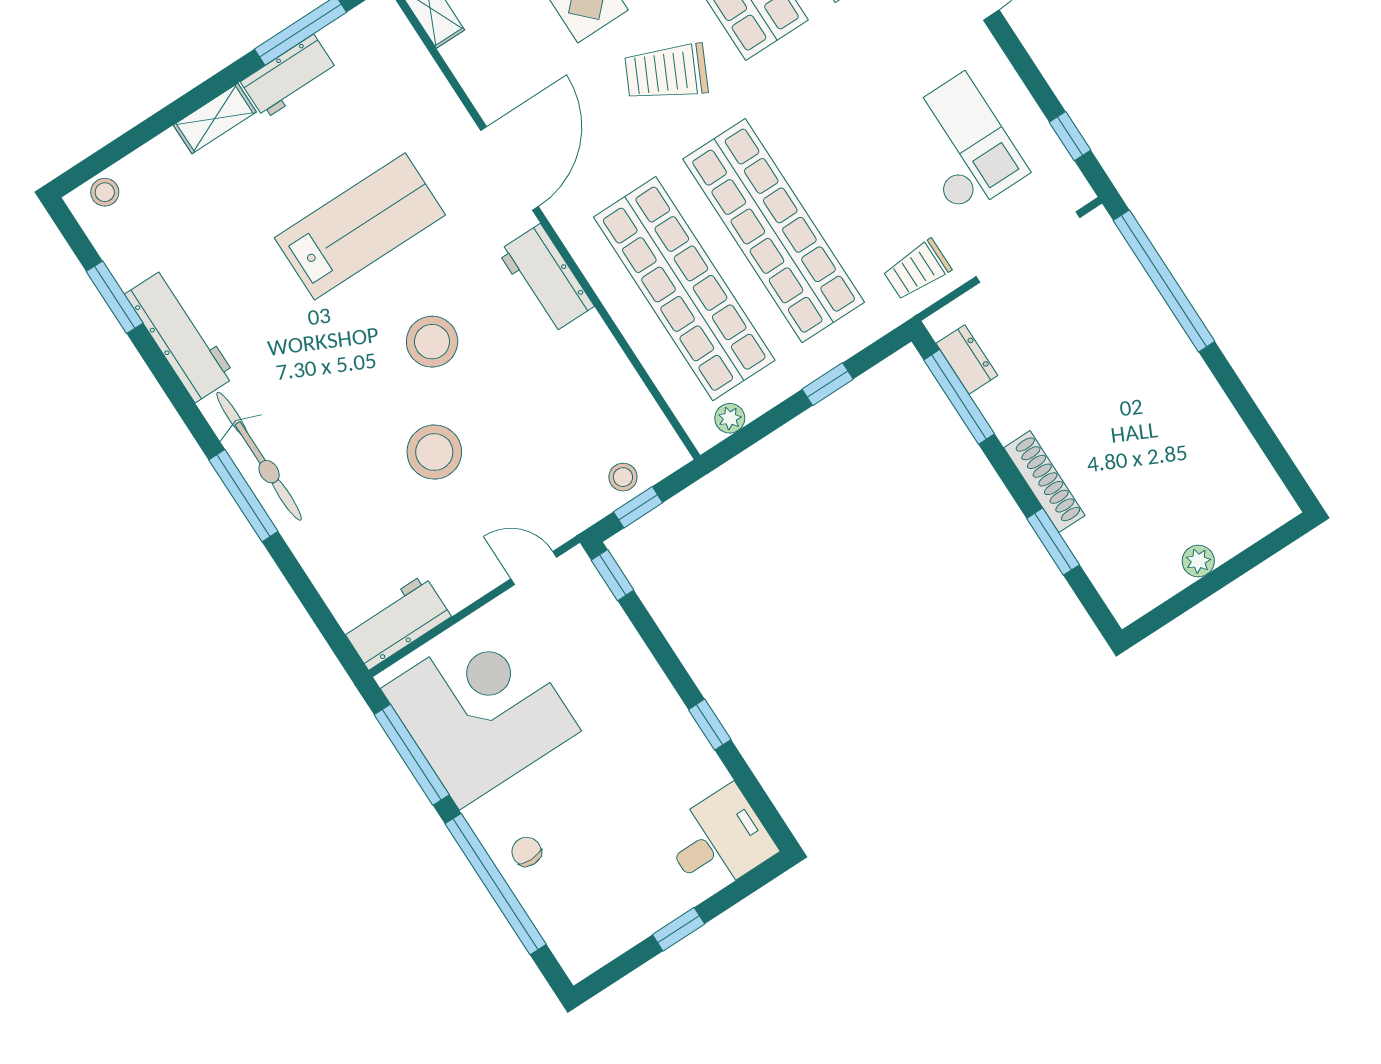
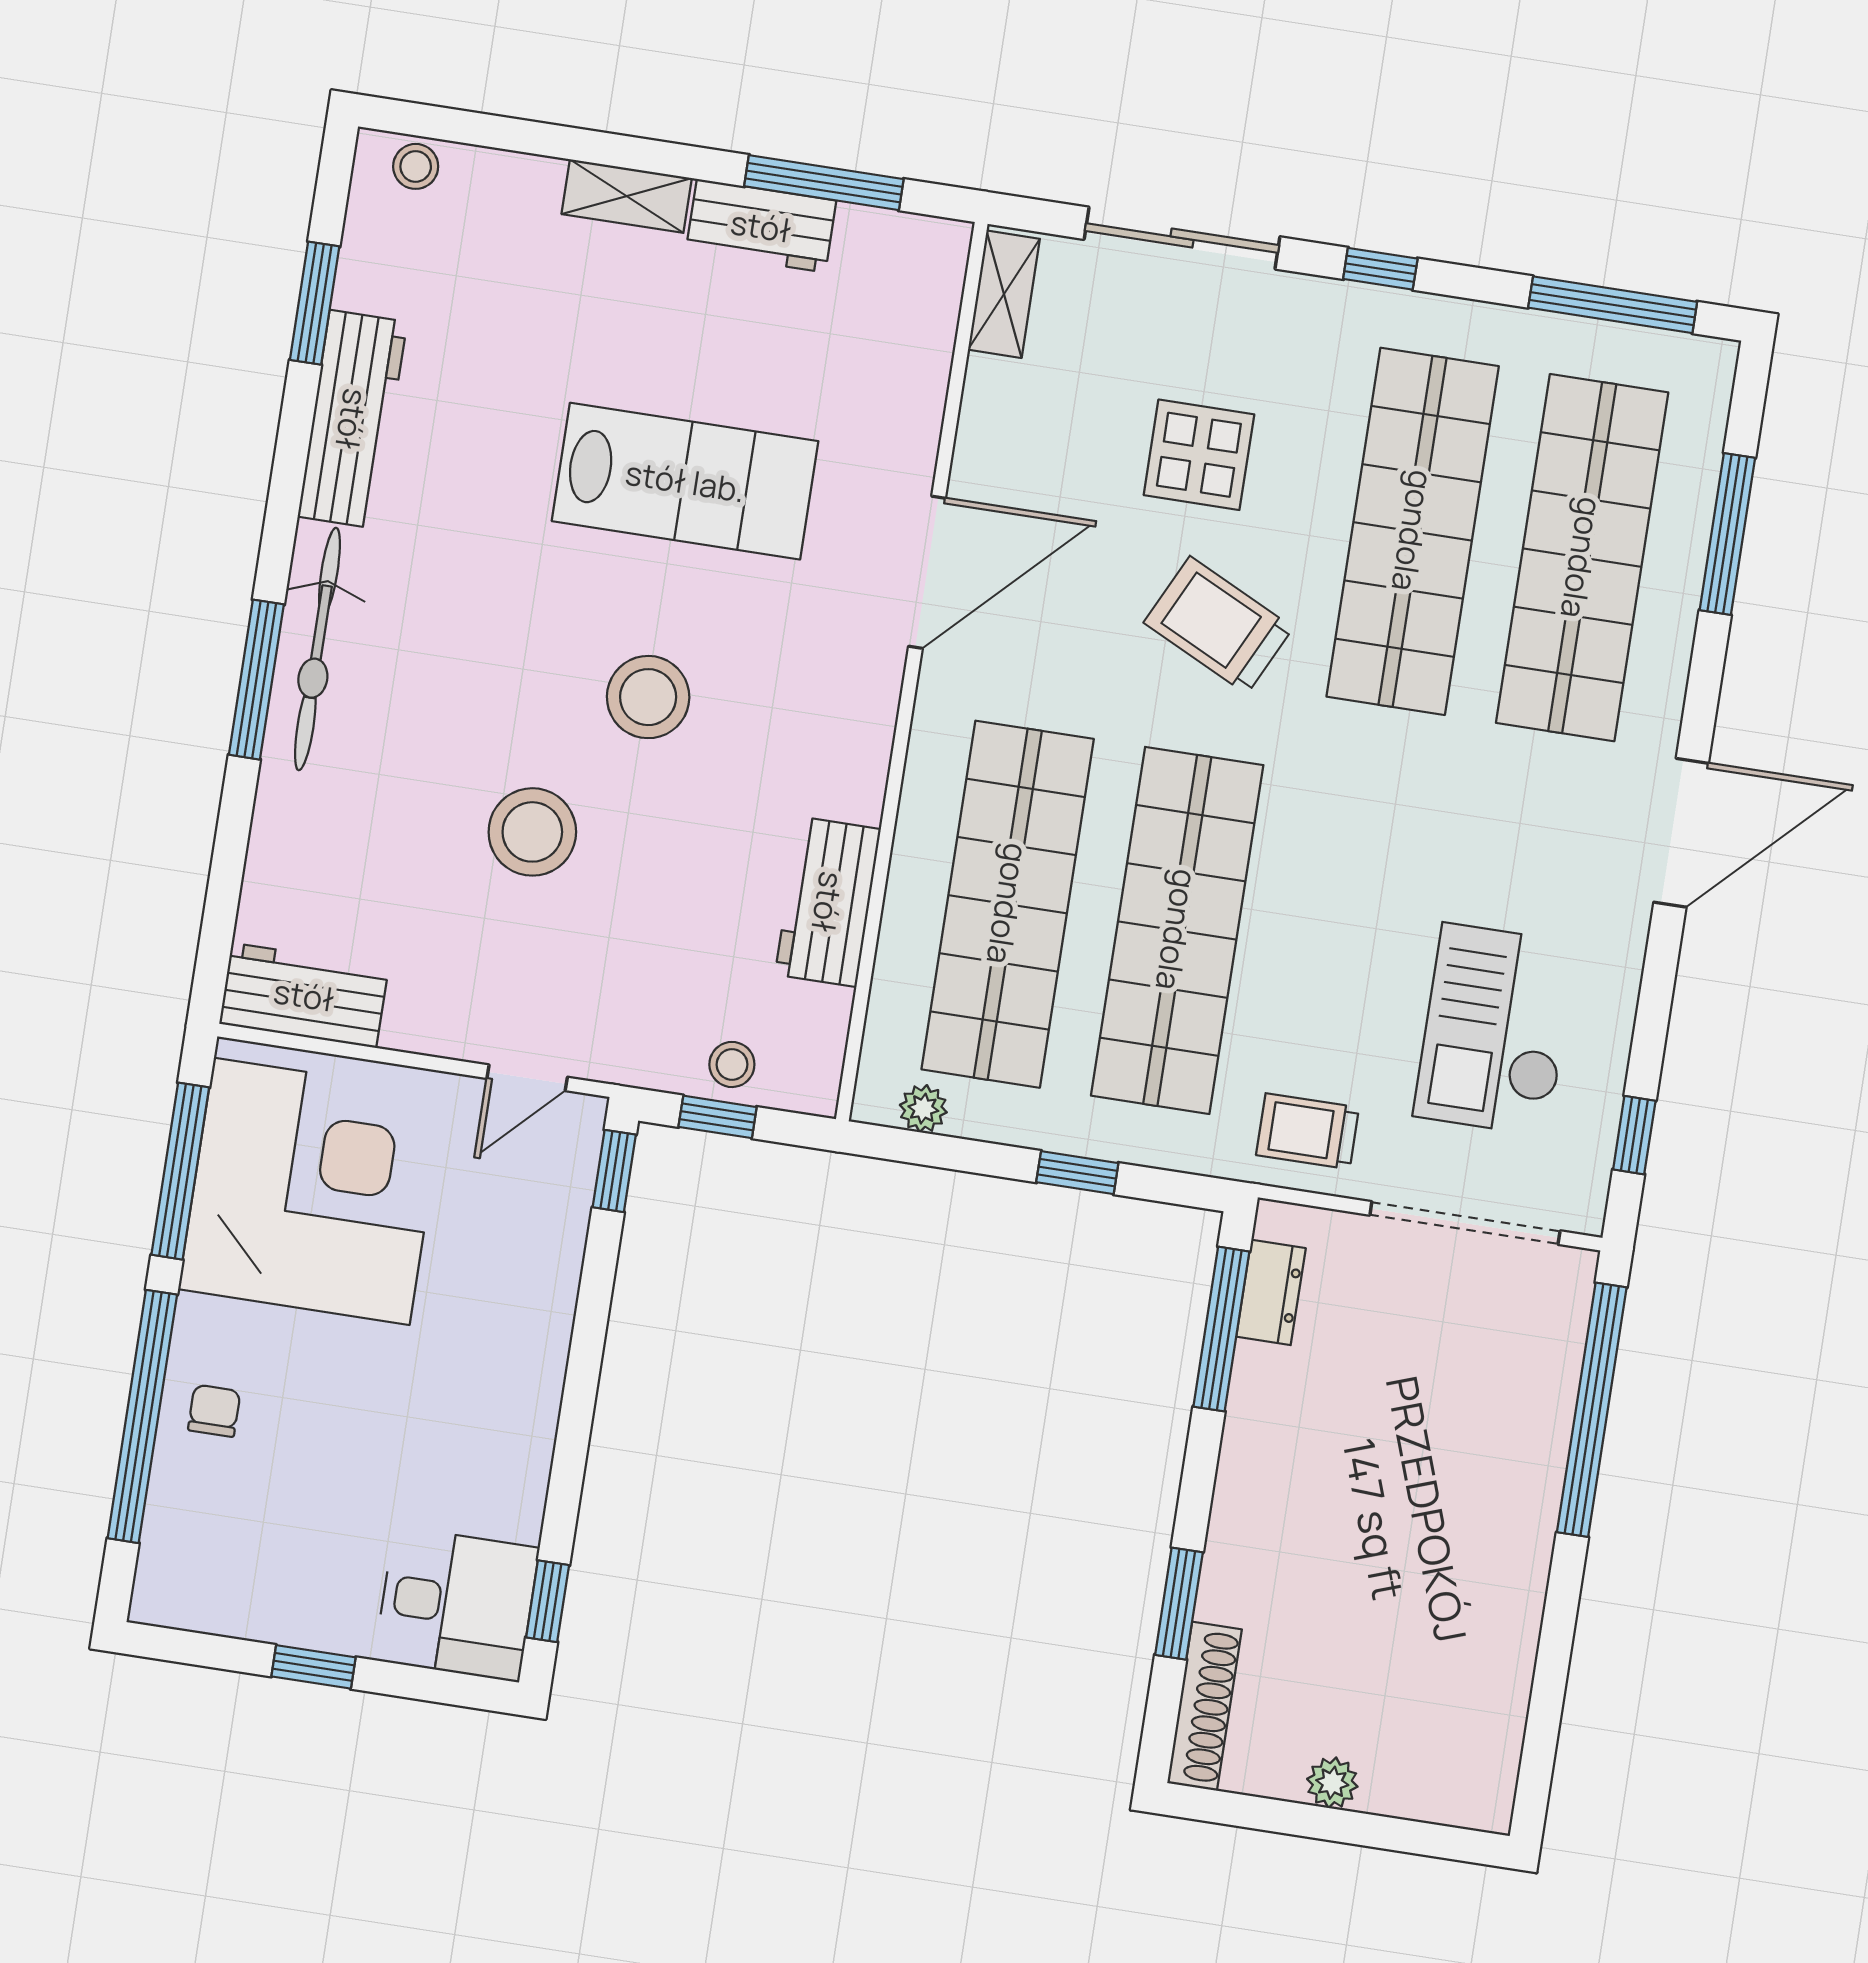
checkout: (962, 145) -> (1496, 1030), turned 180
workbench: (546, 279) -> (828, 902), moved
shoe rack: (1044, 482) -> (1205, 1706), moved
door: (534, 568) -> (527, 1078), swing flipped
window: (710, 725) -> (548, 1601), moved

